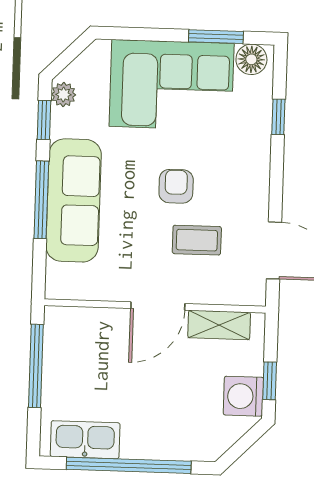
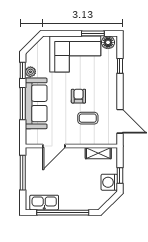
plant: (63, 95) -> (30, 72), moved
door: (158, 306) -> (54, 146), moved

